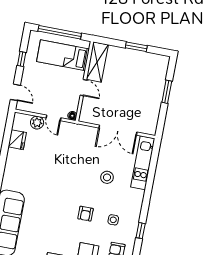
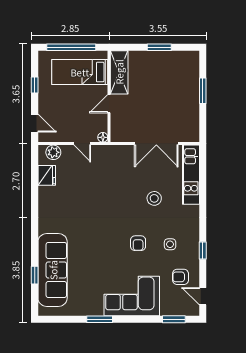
door: (83, 88) -> (109, 104), swing flipped
plant: (37, 123) -> (53, 152), moved

